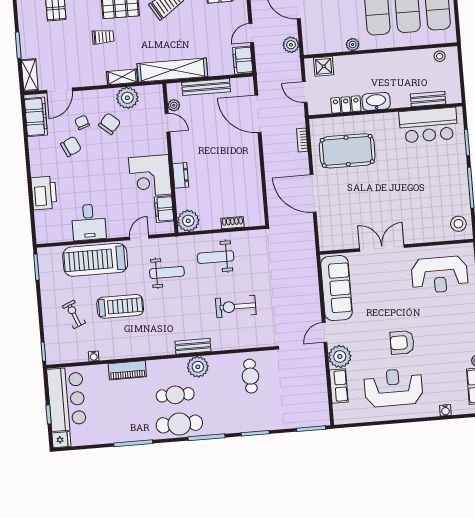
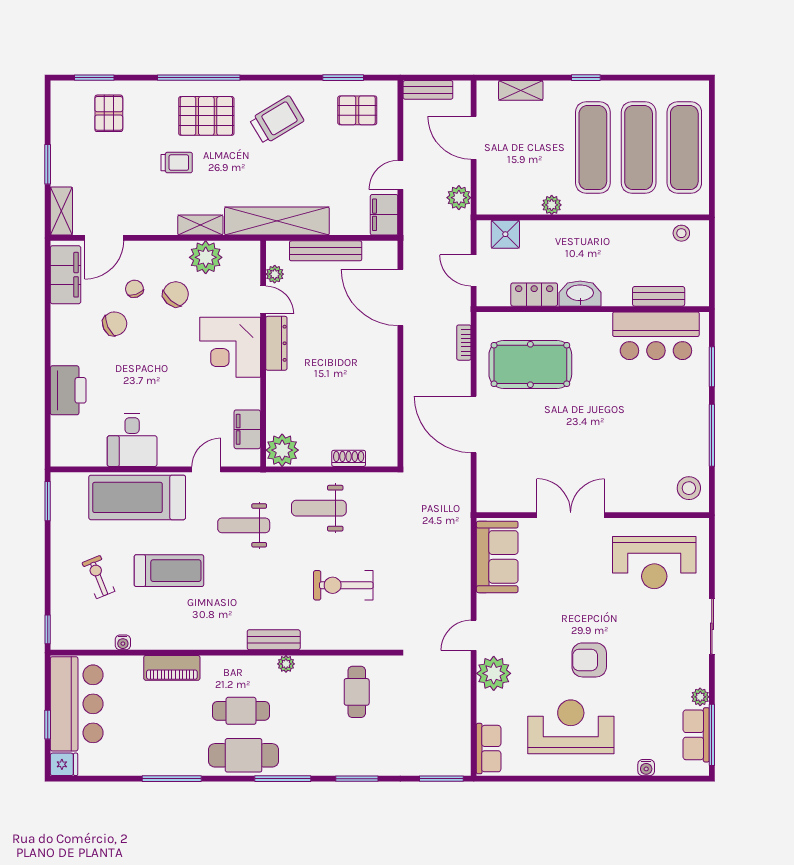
dresser: (181, 175) -> (276, 343), moved, width x1.44
corner desk: (150, 176) -> (230, 347), moved
weight bench: (167, 272) -> (244, 525), turned 180
sofa: (336, 288) -> (497, 557), width x0.73
plant: (198, 367) -> (286, 664), width x0.53, depth x0.53
row of seats: (339, 386) -> (489, 749), moved

